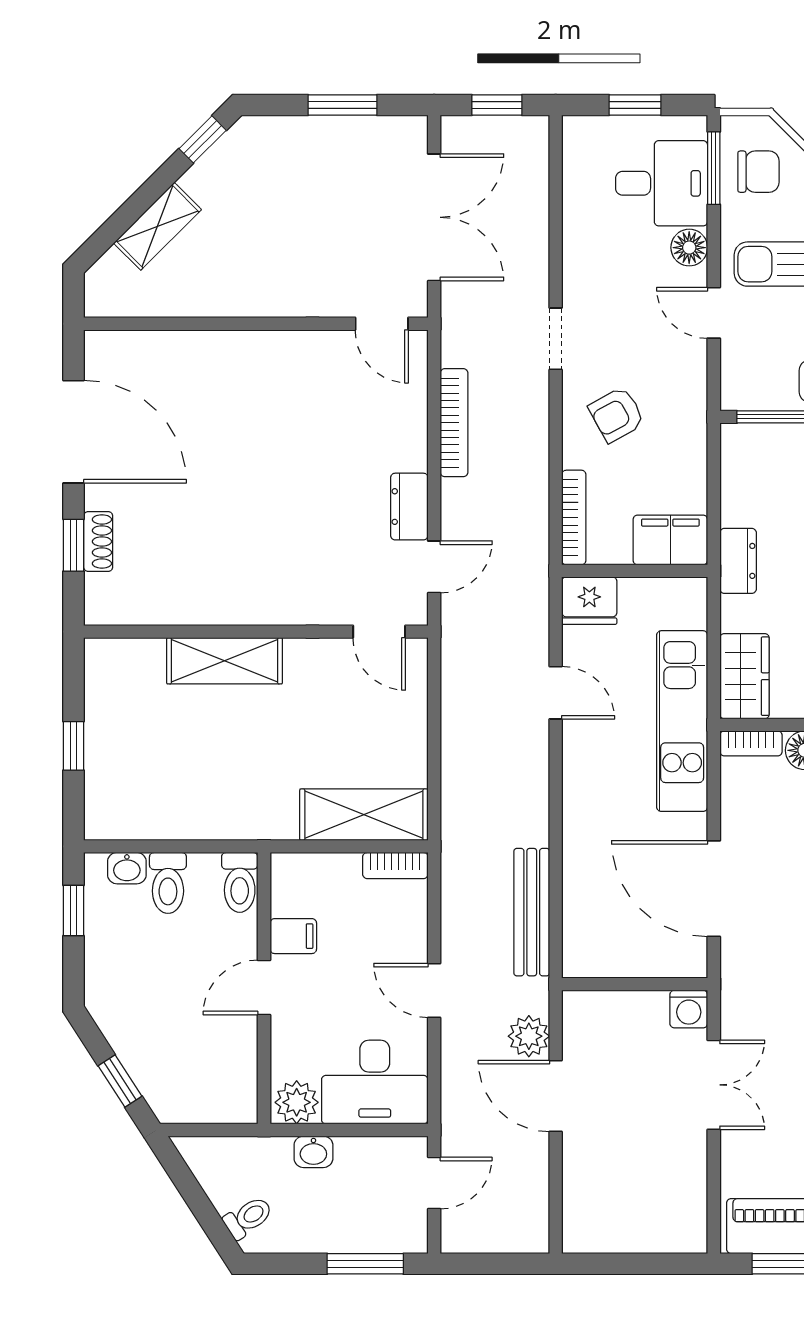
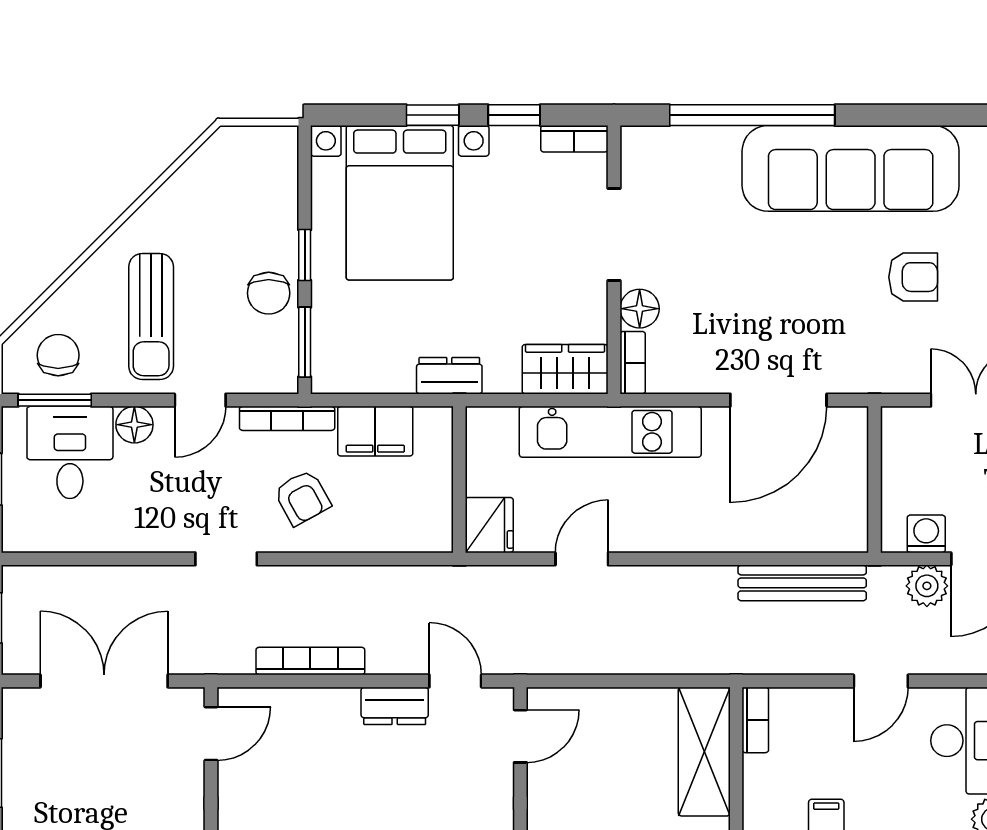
bookcase: (574, 518) -> (287, 418), moved, turned 180
filing cabinet: (670, 540) -> (375, 431), moved, turned -90
washing machine: (689, 1009) -> (926, 534), moved, turned -90

